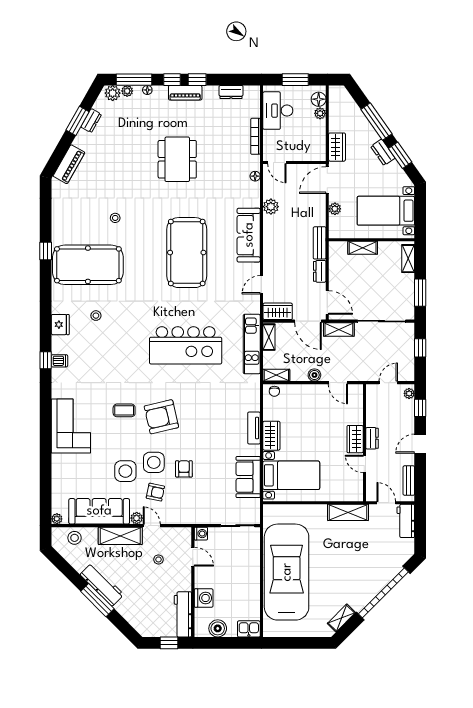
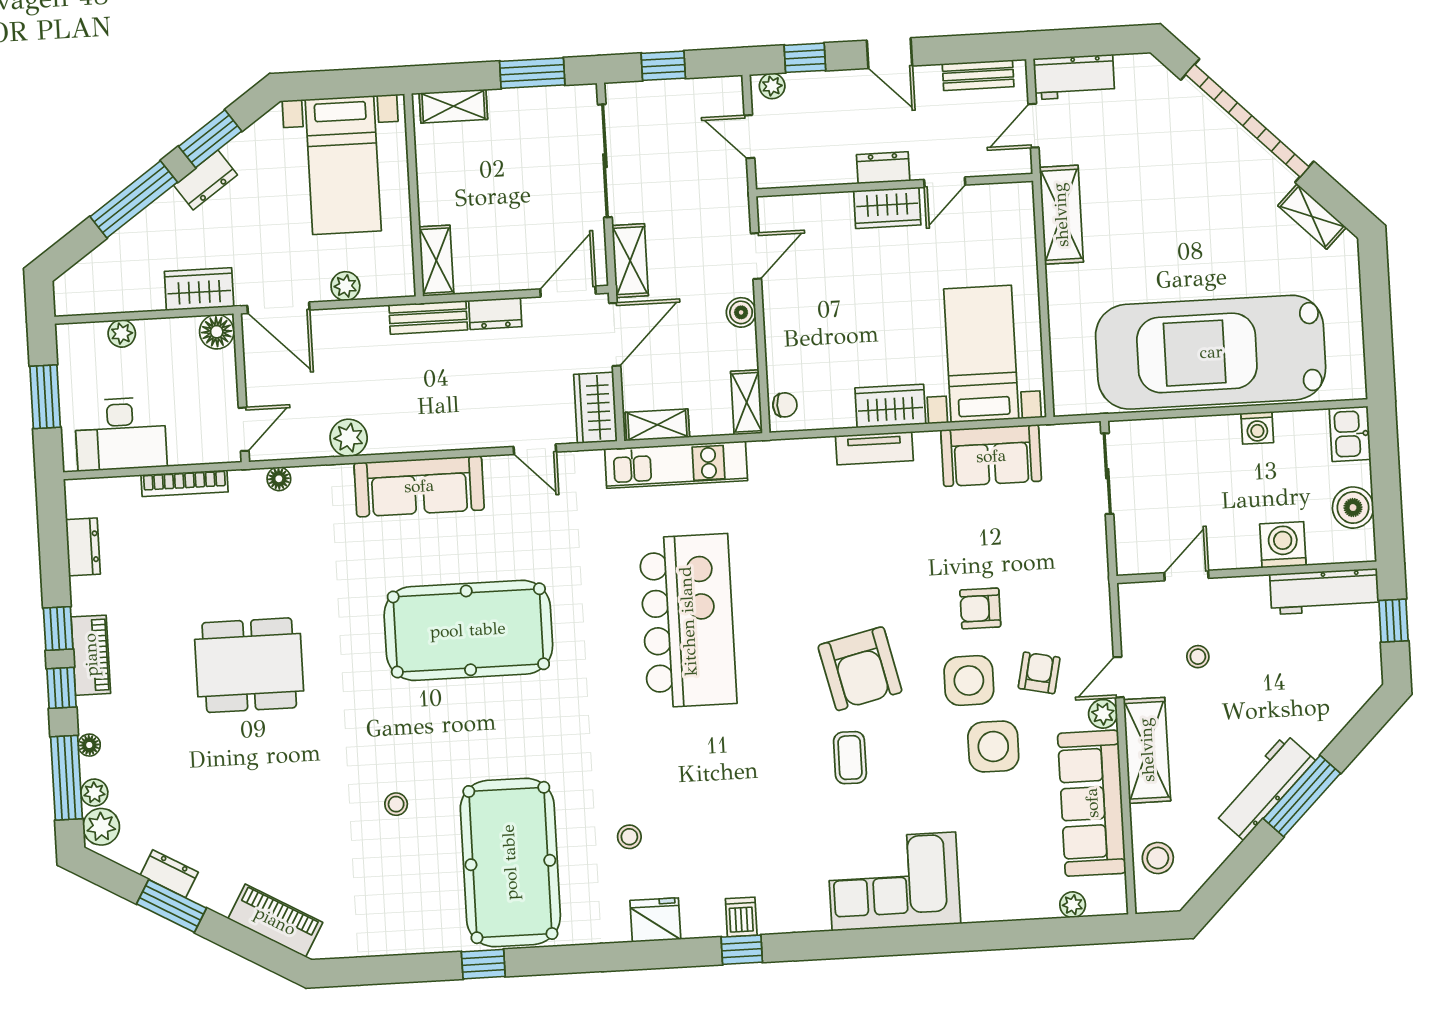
floor lamp: (319, 99) -> (217, 332), moved
shelving: (363, 248) -> (436, 261), moved
plant: (57, 519) -> (1073, 905), moved
washing machine: (201, 534) -> (1257, 428), moved, turned 180

